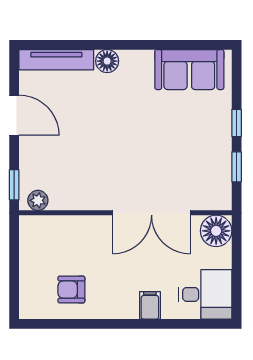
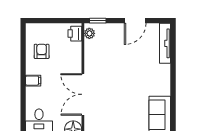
floor lamp: (107, 61) -> (164, 71), removed
printer: (38, 228) -> (75, 34), added
filing cabinet: (150, 305) -> (33, 81), moved

